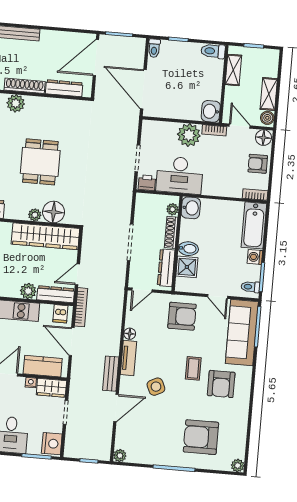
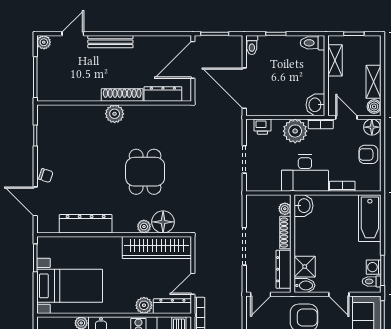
desk: (180, 175) -> (305, 173), moved
printer: (147, 183) -> (262, 127), moved, turned 180
bookcase: (255, 195) -> (342, 186), moved
bidet: (188, 249) -> (304, 285), moved
washing machine: (255, 257) -> (374, 267), moved

